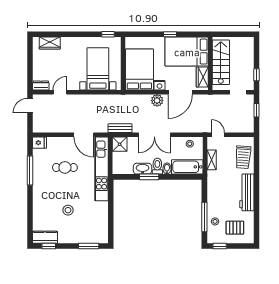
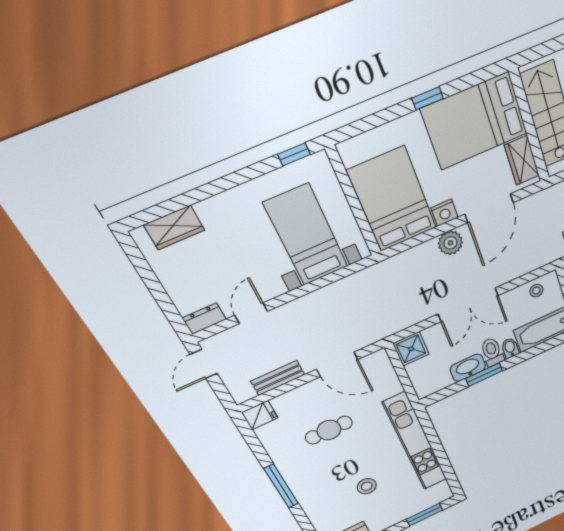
bench: (120, 128) -> (278, 378), moved
kitchen unit: (102, 169) -> (415, 442), moved
window: (30, 170) -> (281, 486), moved

